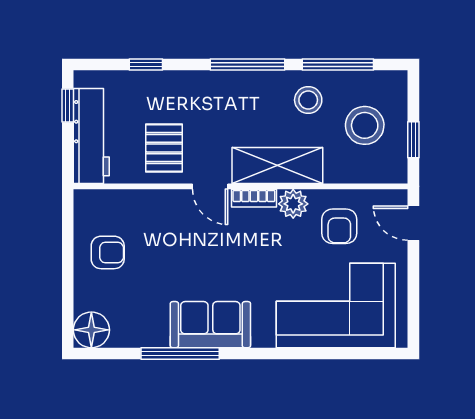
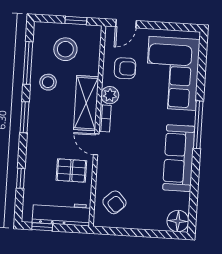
window: (248, 65) -> (24, 117), width x0.69
door: (210, 186) -> (96, 144), swing flipped
armchair: (108, 252) -> (114, 202), moved, turned 138
sofa: (210, 325) -> (179, 158), width x1.36
window: (180, 354) -> (198, 125), moved

